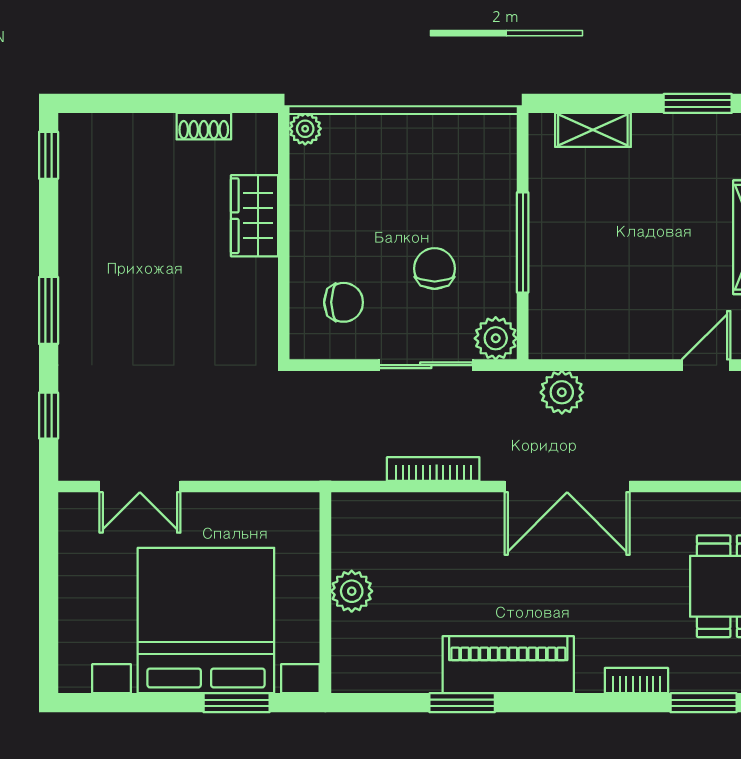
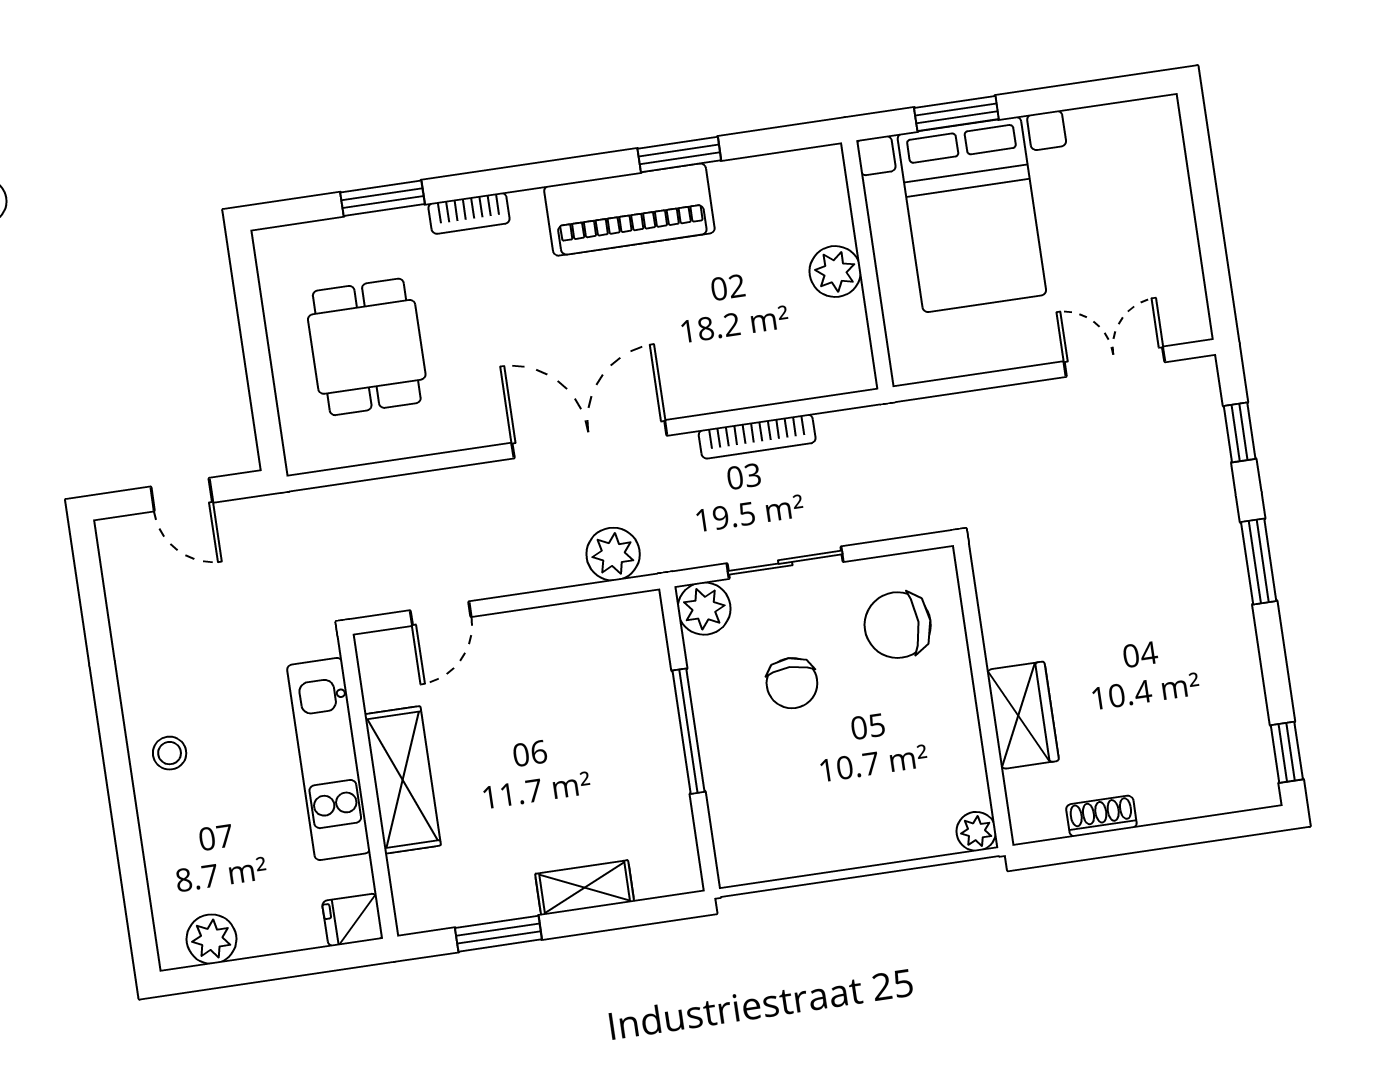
shelving: (593, 130) -> (585, 888), moved
chair: (344, 302) -> (898, 625), width x1.37, depth x1.37
bed with nightstands: (206, 621) -> (972, 214), width x0.73

